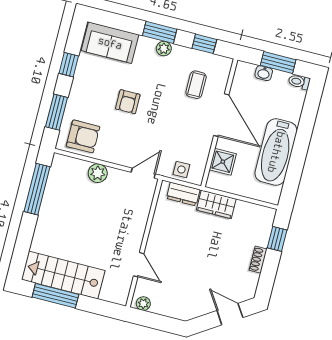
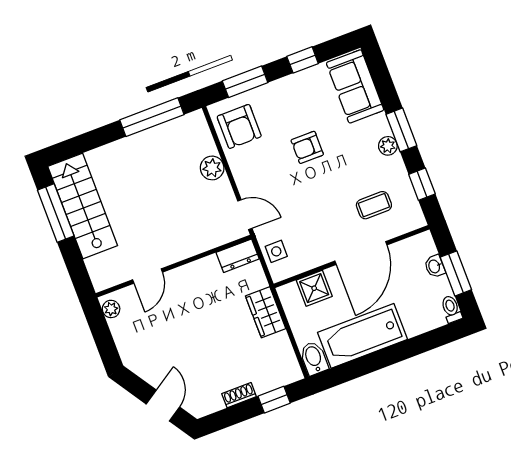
dresser: (183, 194) -> (238, 256), moved, turned -90
bidet: (268, 194) -> (314, 358), added

